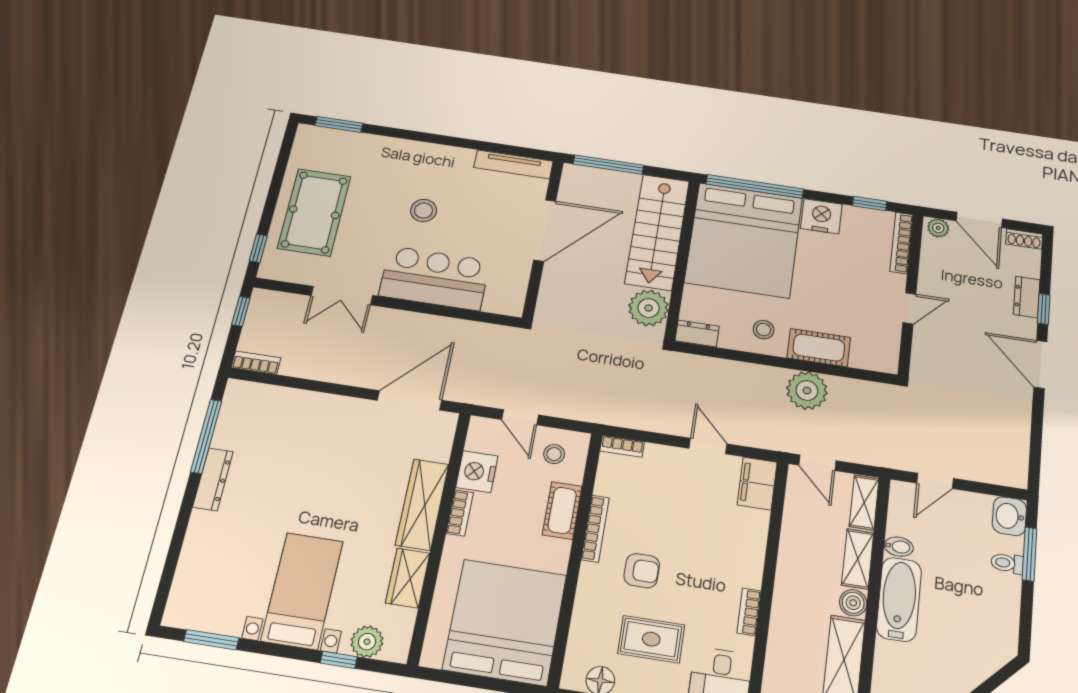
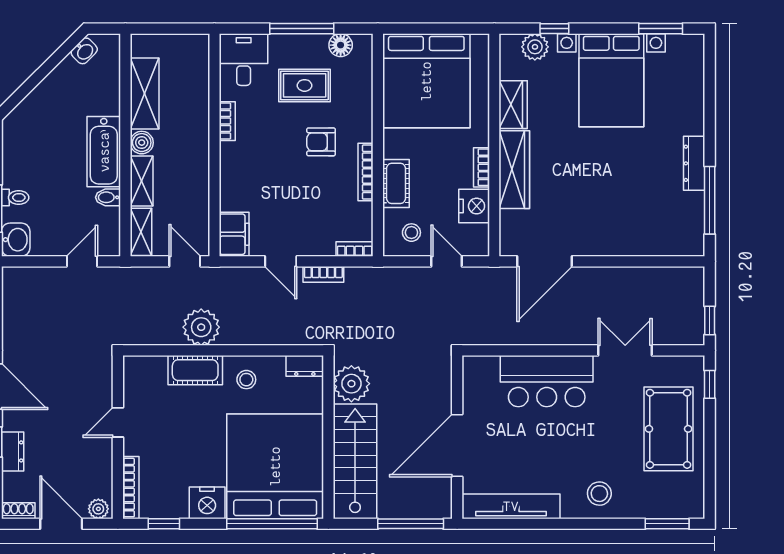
tv unit: (513, 164) -> (511, 506), width x1.36, depth x1.29
stool: (424, 211) -> (599, 494), moved
bookcase: (256, 363) -> (323, 274), moved
bed with nightstands: (302, 591) -> (611, 80), width x1.36

